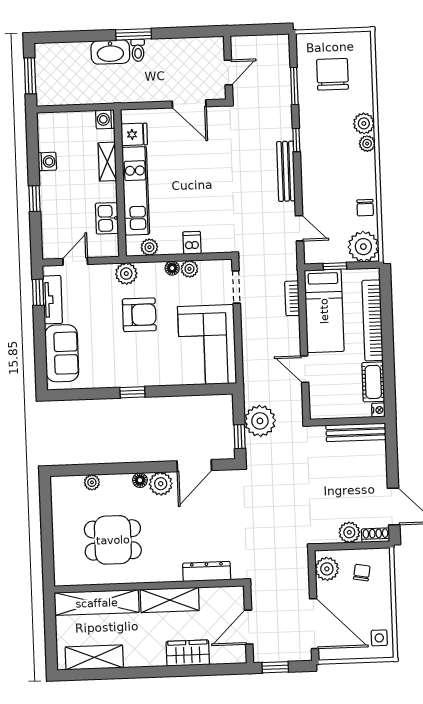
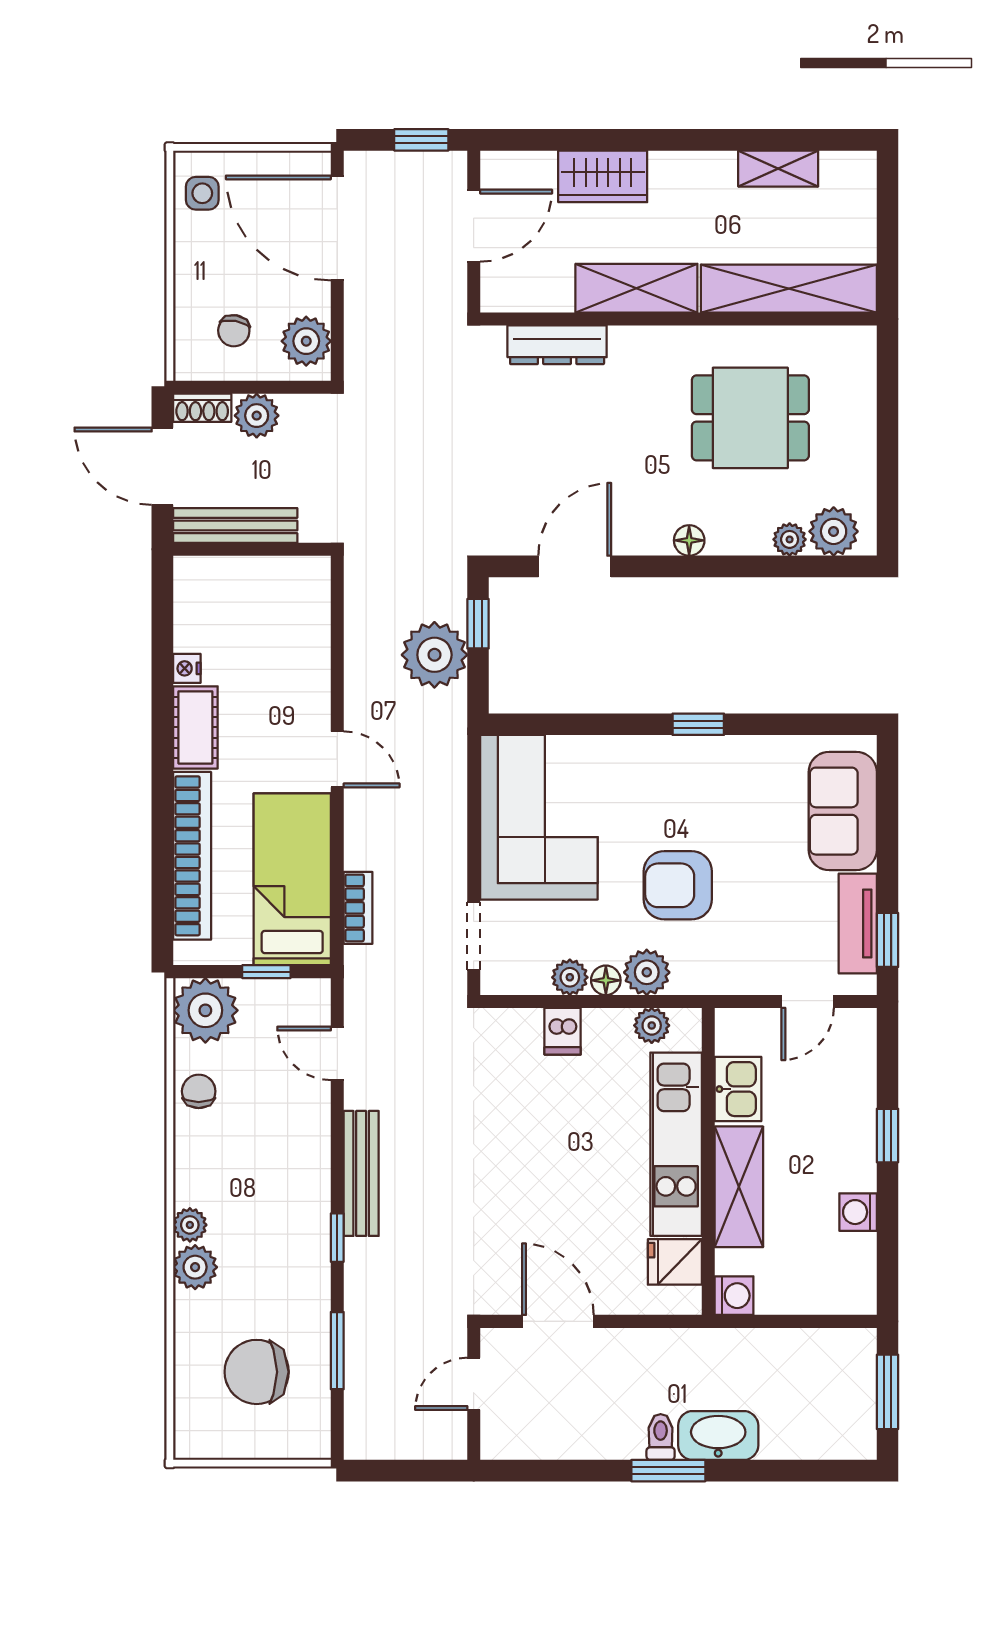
chair: (333, 74) -> (257, 1372), turned 90
shelving: (107, 162) -> (739, 1187), width x1.50, depth x1.33
plant: (126, 274) -> (647, 972), moved
wall: (347, 421) -> (252, 549), moved
bench: (356, 432) -> (235, 526), moved
plant: (161, 484) -> (834, 531), moved
shelving: (94, 657) -> (778, 169), width x0.67, depth x0.75

